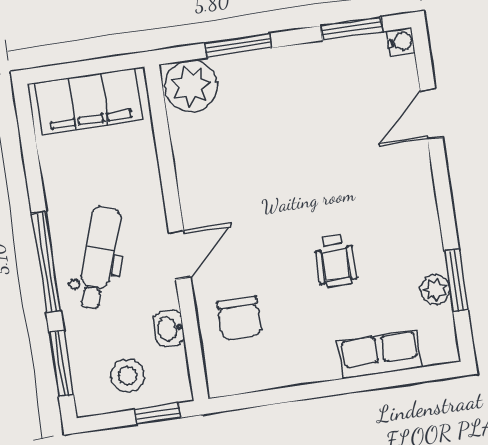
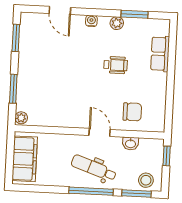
water cooler: (401, 42) -> (91, 21), moved
plant: (191, 86) -> (21, 118), width x0.53, depth x0.53
plant: (435, 290) -> (117, 23), moved
stool: (128, 376) -> (146, 180), moved

